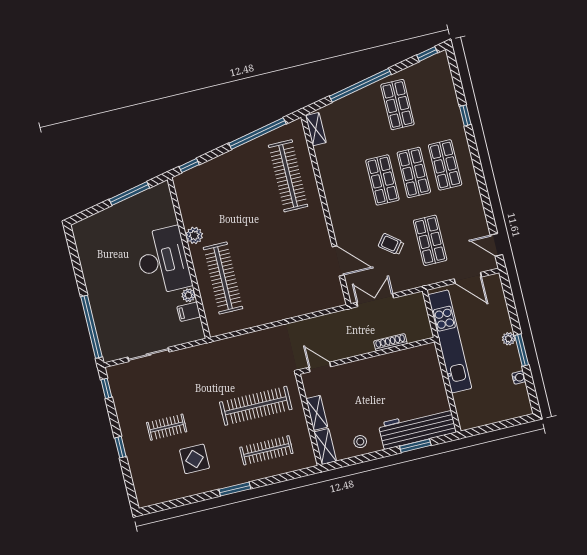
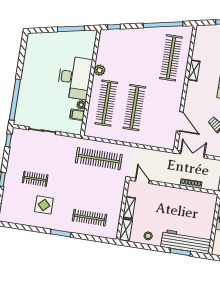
shelving: (316, 129) -> (194, 70), moved
clothes rail: (265, 268) -> (134, 108), added
clothes rail: (256, 406) -> (99, 159), moved

